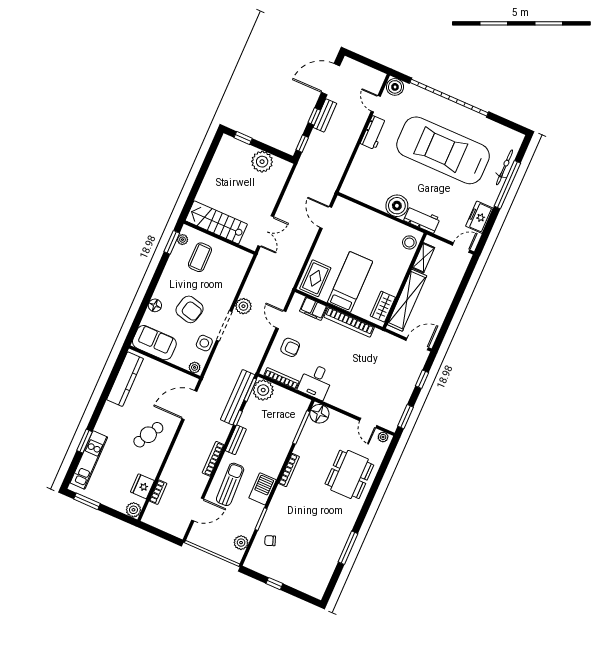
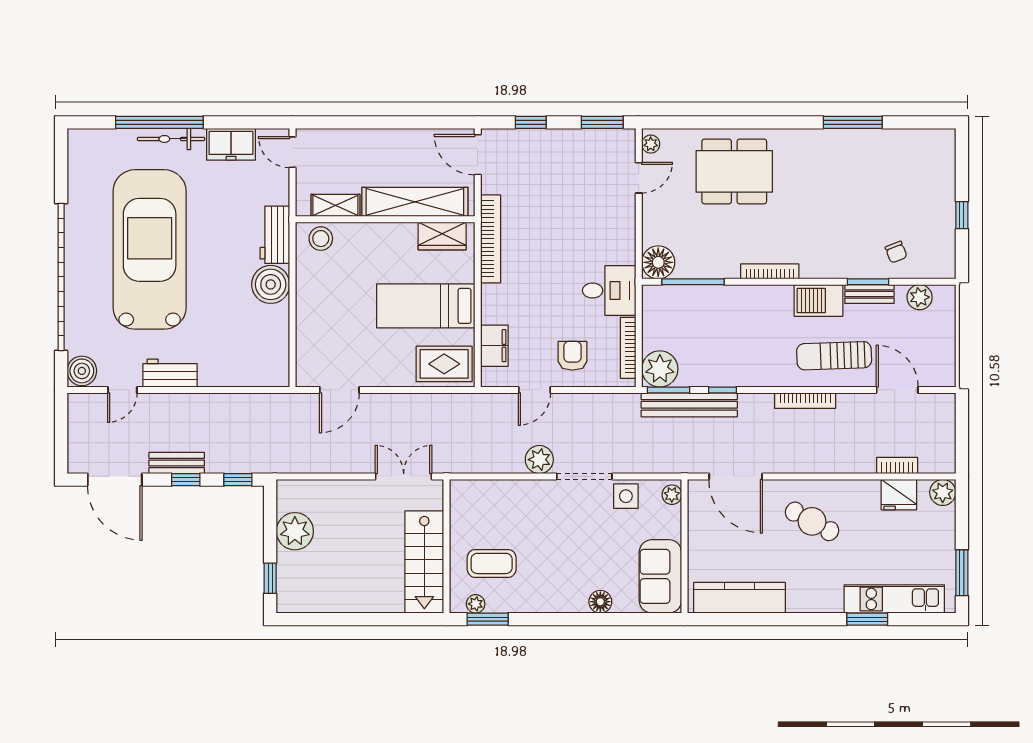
car: (443, 150) -> (150, 249), turned 180
bicycle: (505, 167) -> (171, 139), moved
armchair: (190, 309) -> (582, 544), removed
bookcase: (349, 322) -> (491, 239), moved
bench: (236, 440) -> (869, 294), moved

